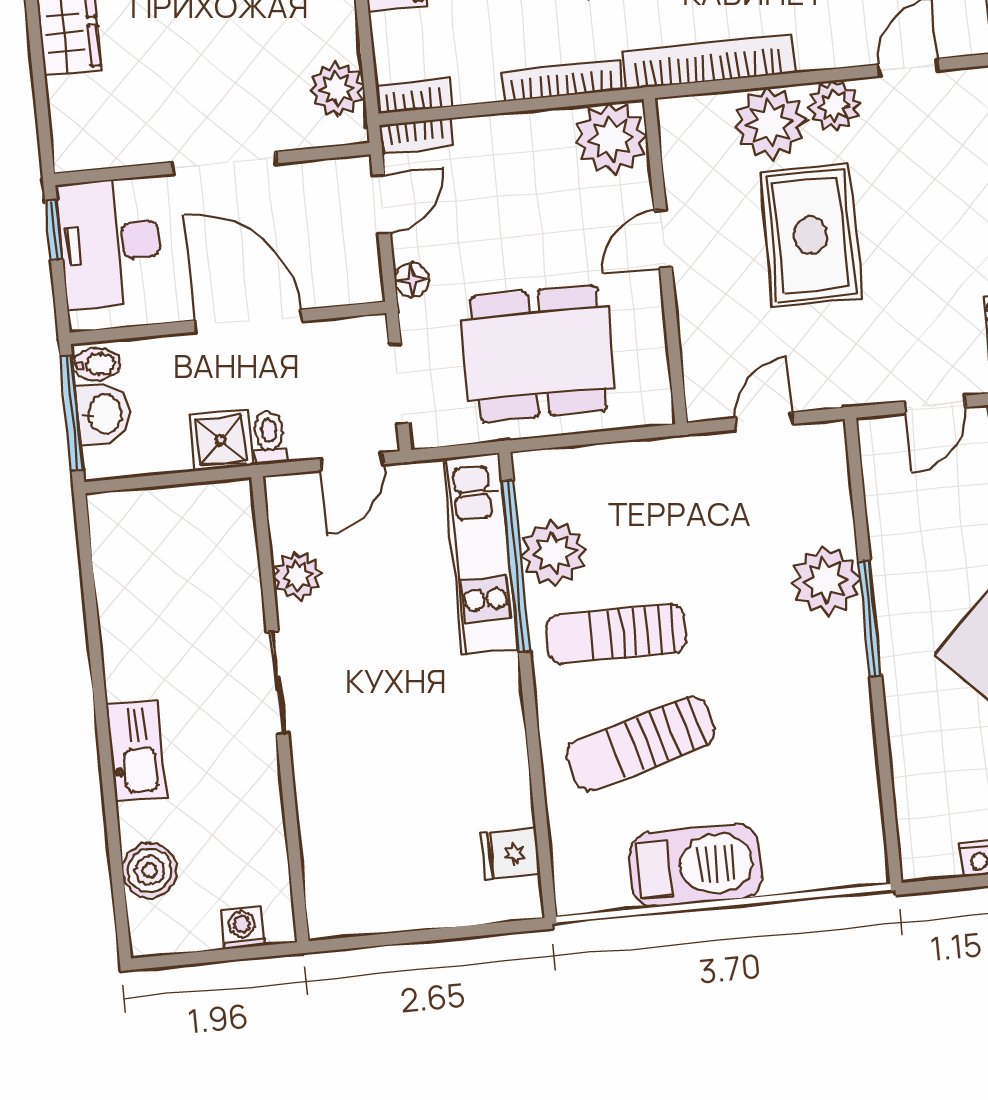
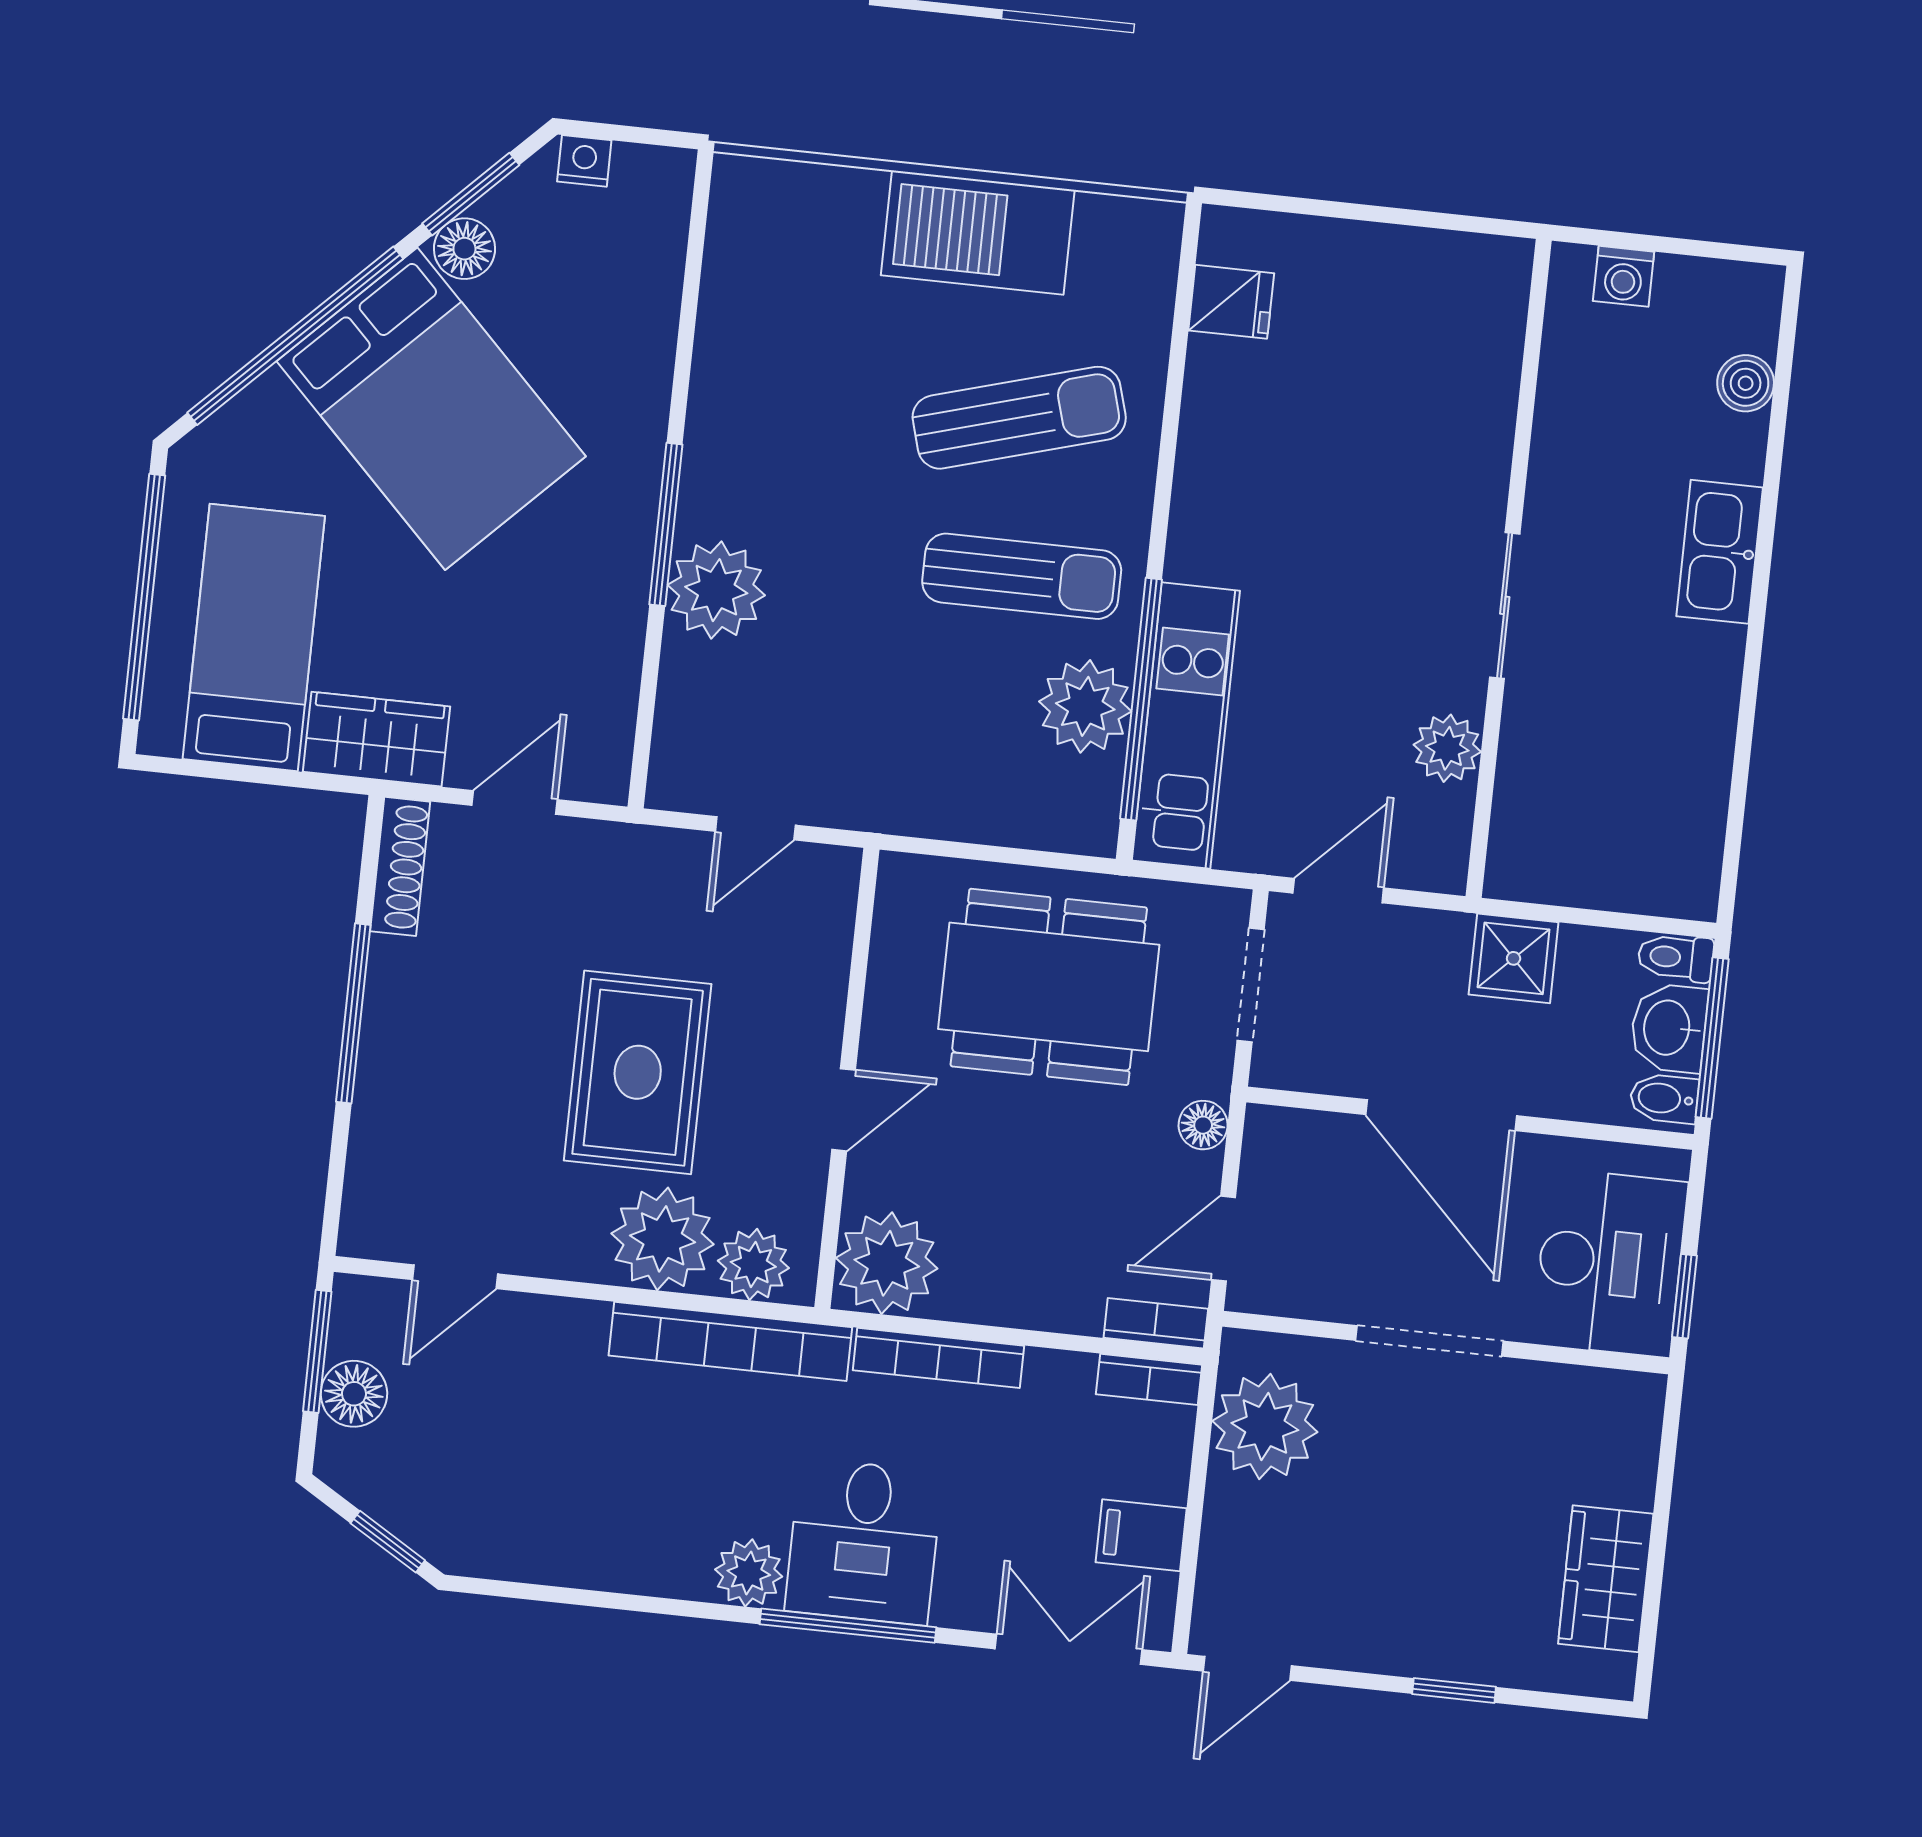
plant: (337, 89) -> (1265, 1426), width x1.36, depth x1.36
plant: (834, 106) -> (753, 1264), moved
toilet: (269, 438) -> (1676, 957), moved, turned 90
boiler: (150, 871) -> (1746, 383), width x0.73, depth x0.73

